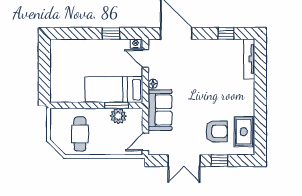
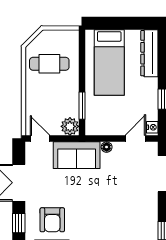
dresser: (71, 46) -> (149, 53), added
bed: (114, 90) -> (109, 62), moved, turned 180
plant: (118, 116) -> (70, 126), moved

